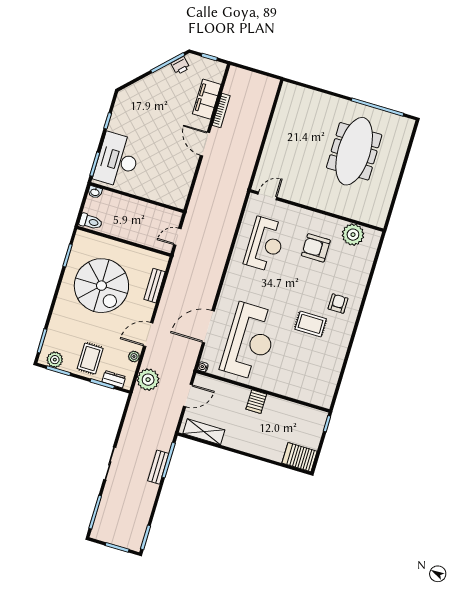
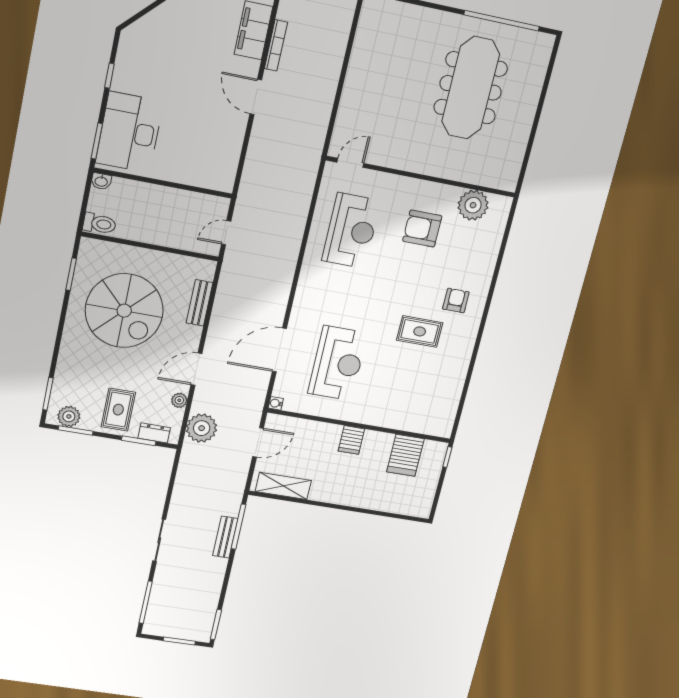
reception desk: (250, 341) -> (338, 363), width x0.74, depth x0.77
server rack: (299, 457) -> (405, 455), moved, turned -90

